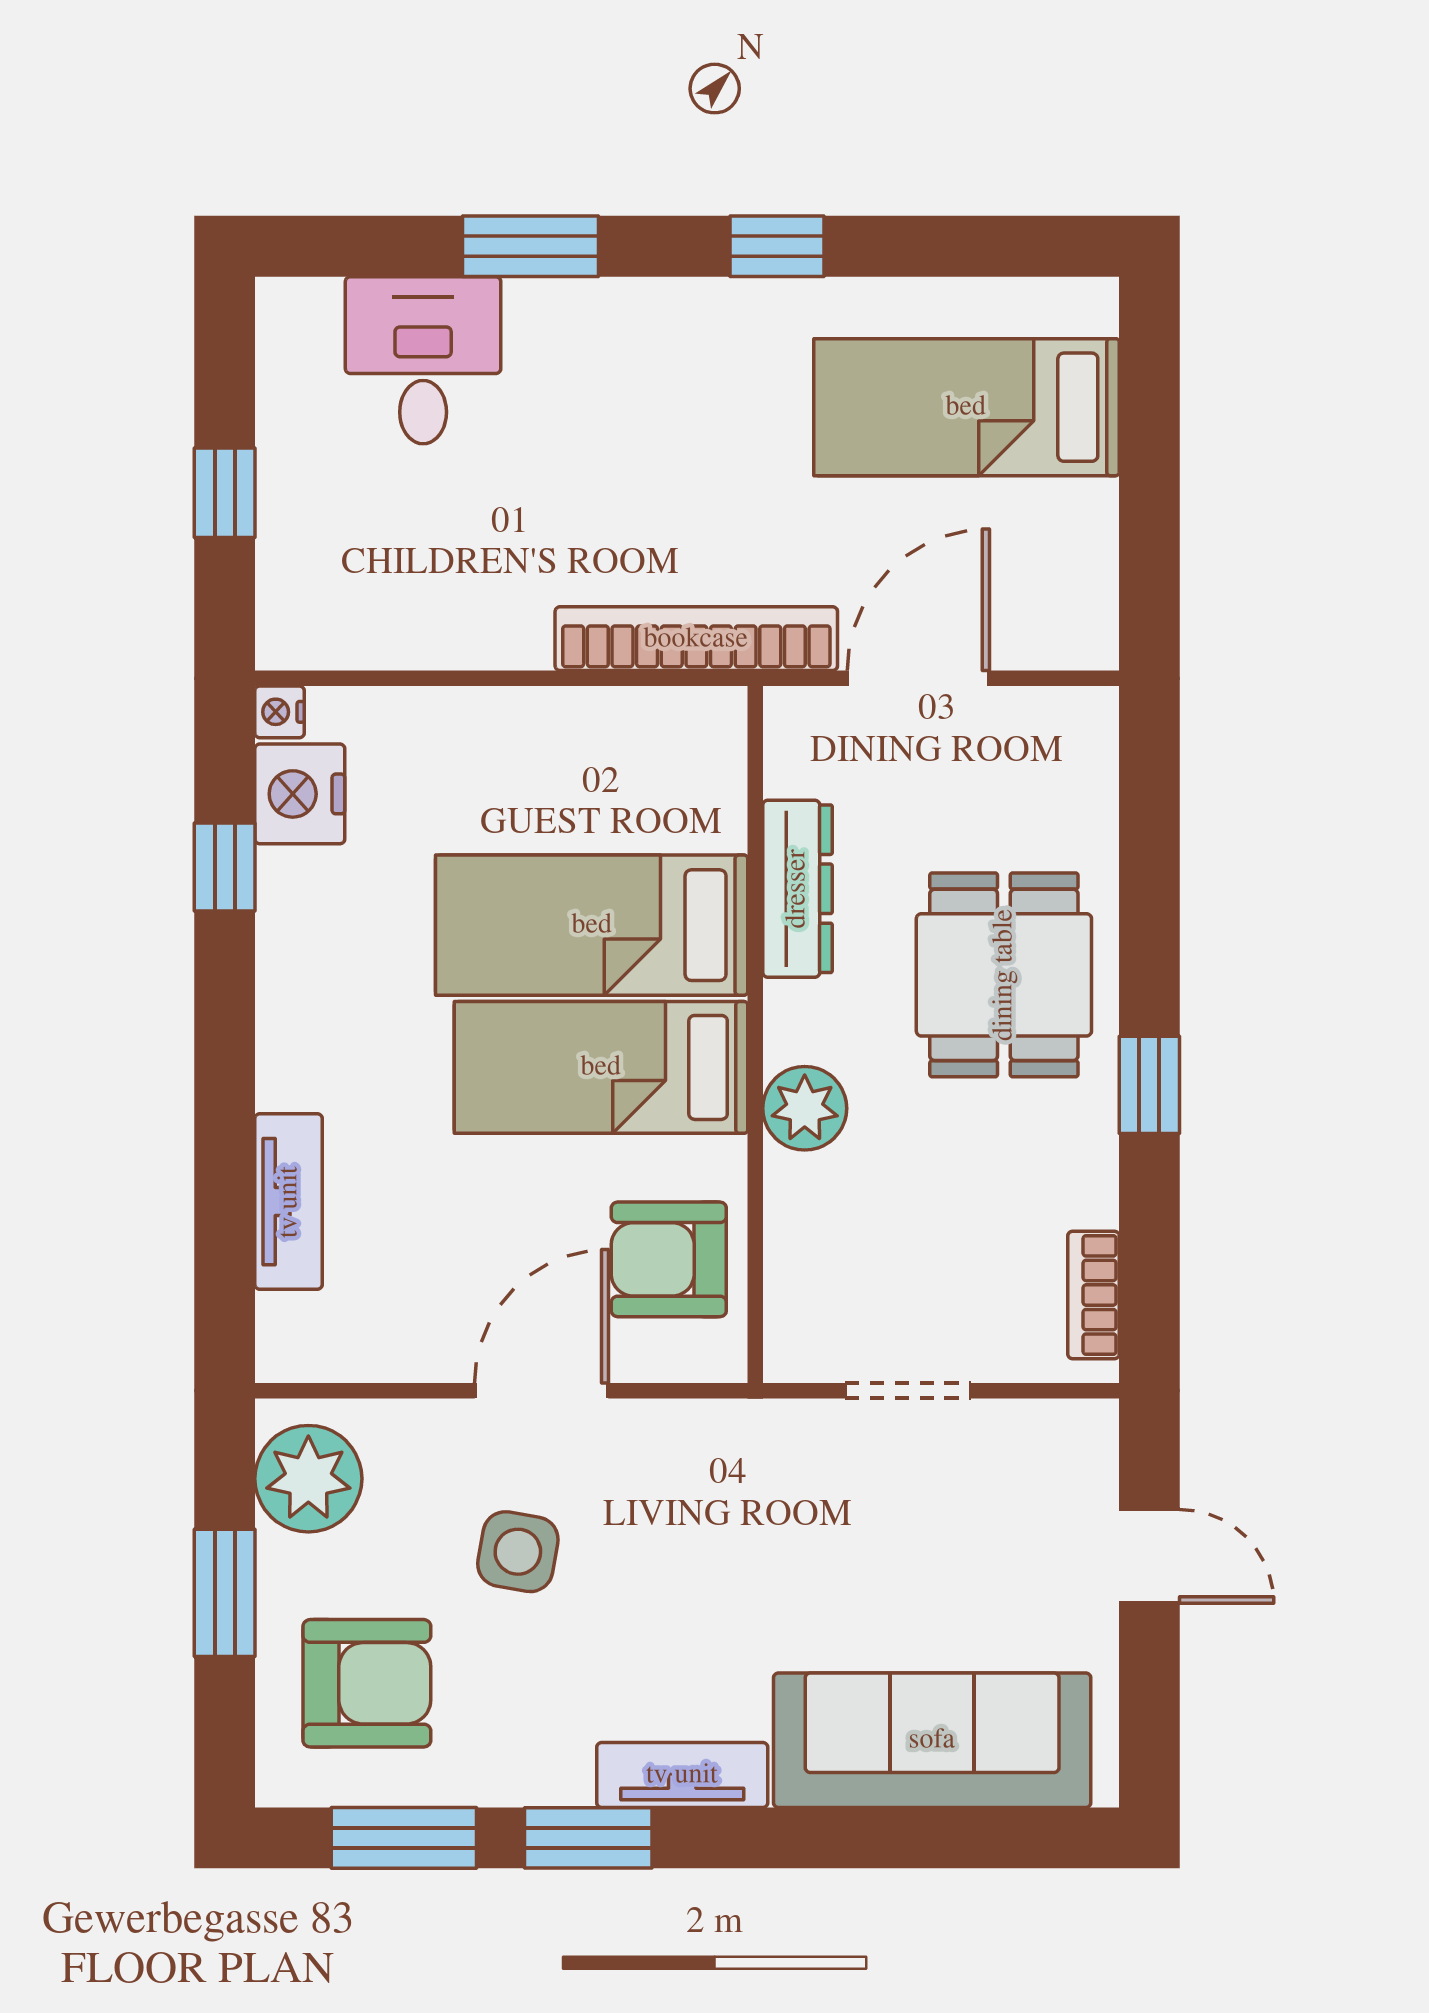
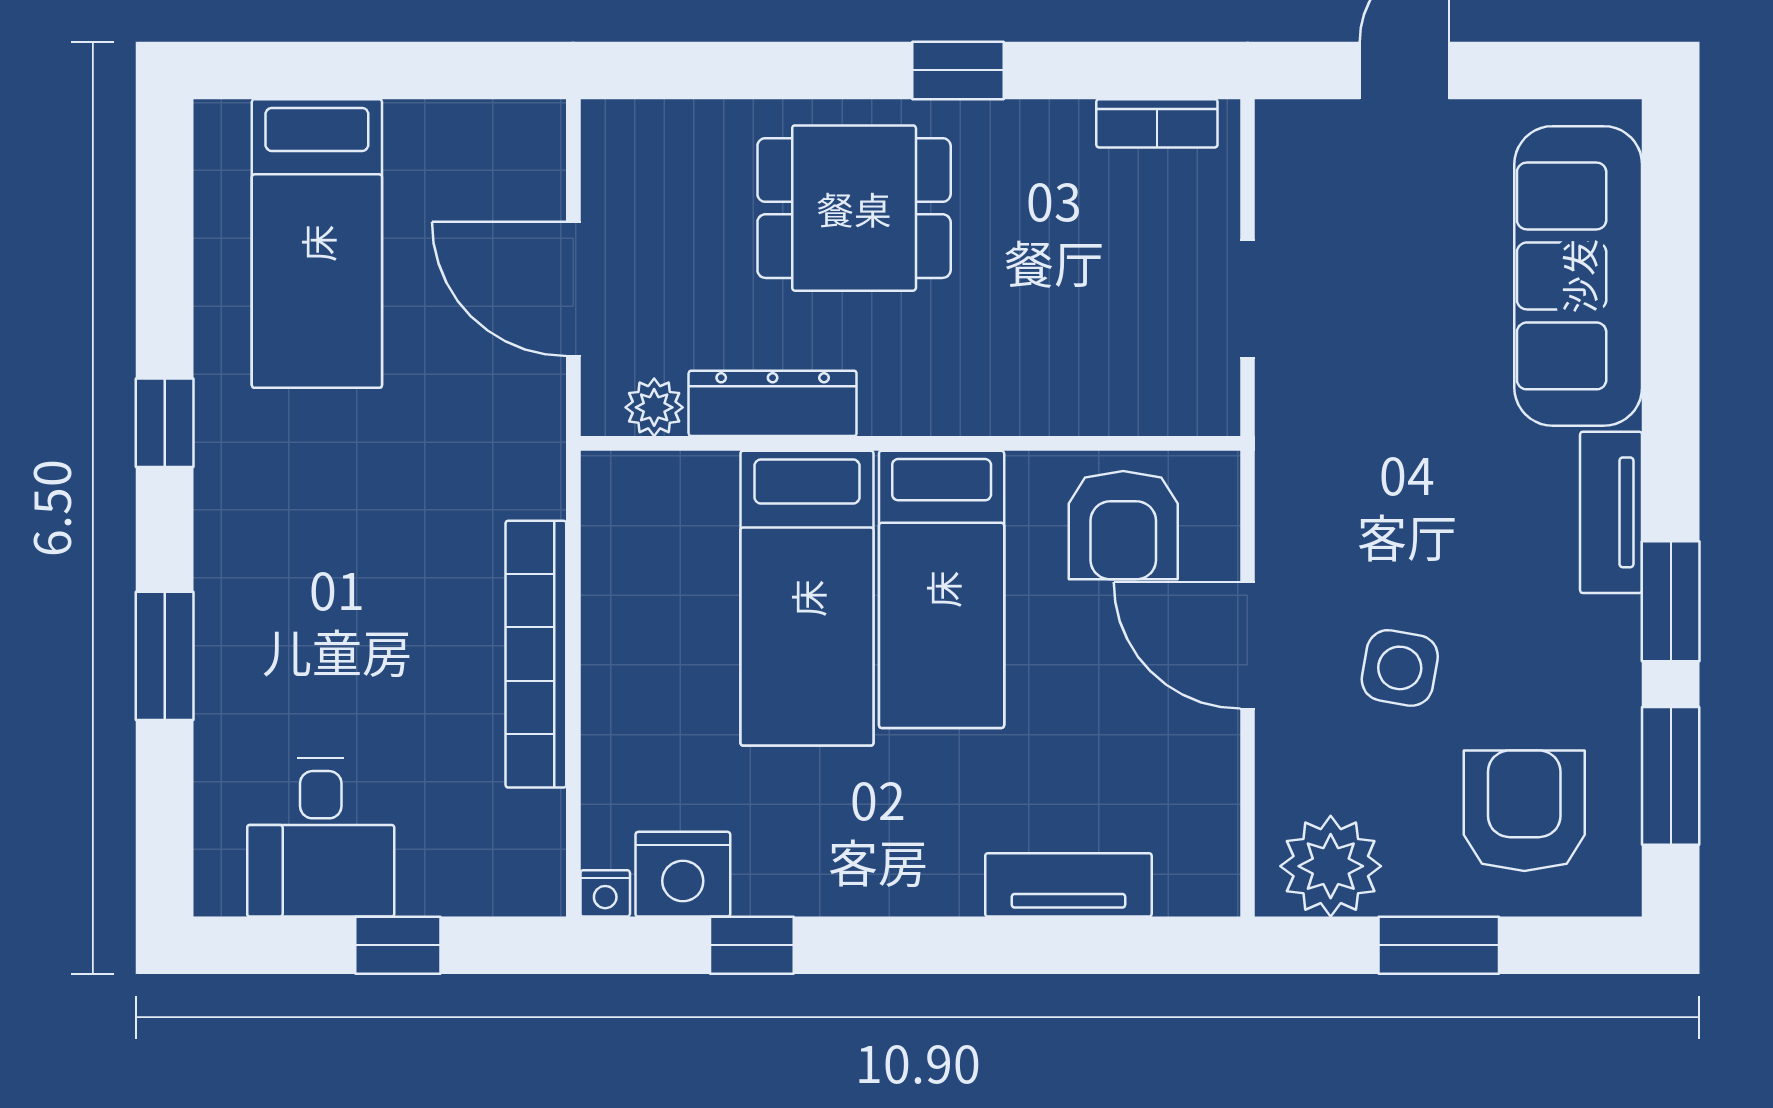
desk: (423, 360) -> (321, 837), moved, turned -90
bookcase: (696, 639) -> (536, 654), moved
plant: (805, 1108) -> (654, 407), moved, width x0.73, depth x0.73

